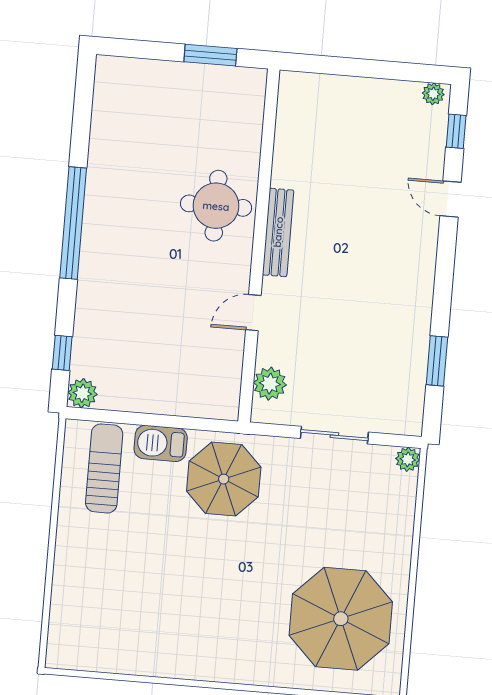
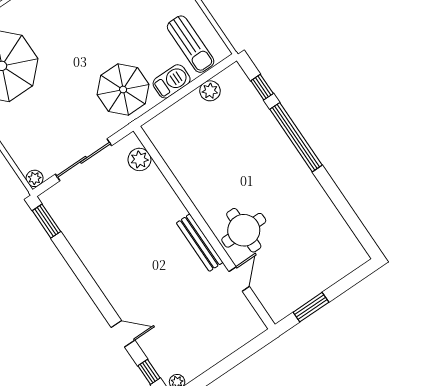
window: (73, 223) -> (296, 137), moved
door: (253, 313) -> (239, 279), moved
window: (437, 361) -> (46, 221), moved
plant: (82, 393) -> (210, 91), moved
sliding door: (334, 435) -> (83, 160), width x1.37

